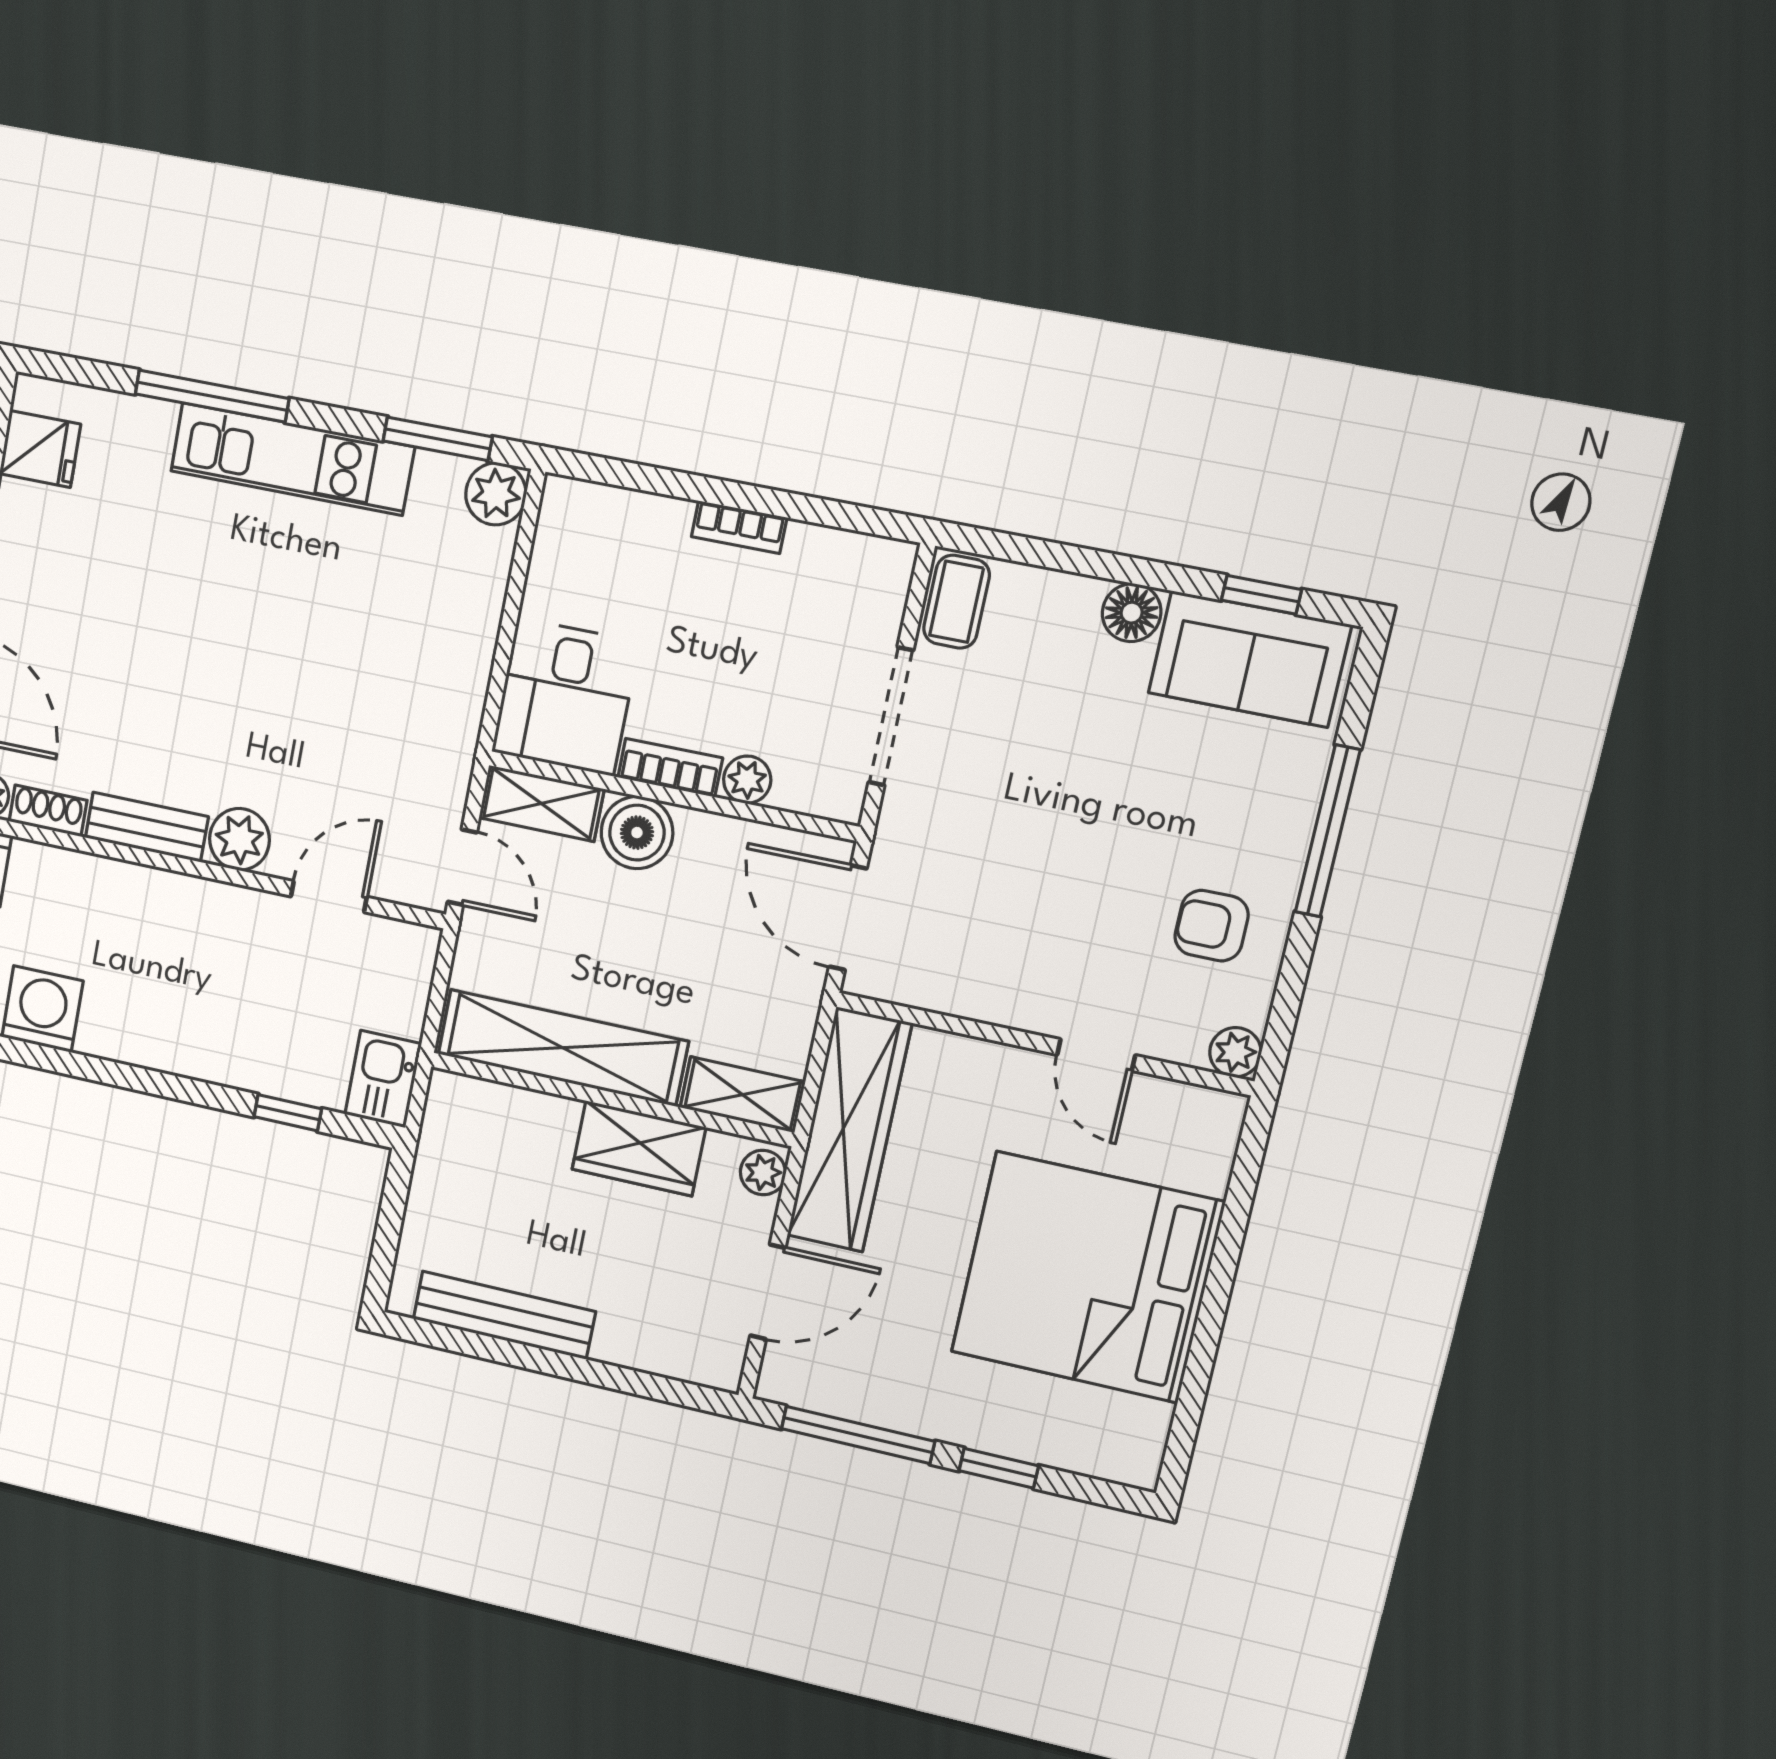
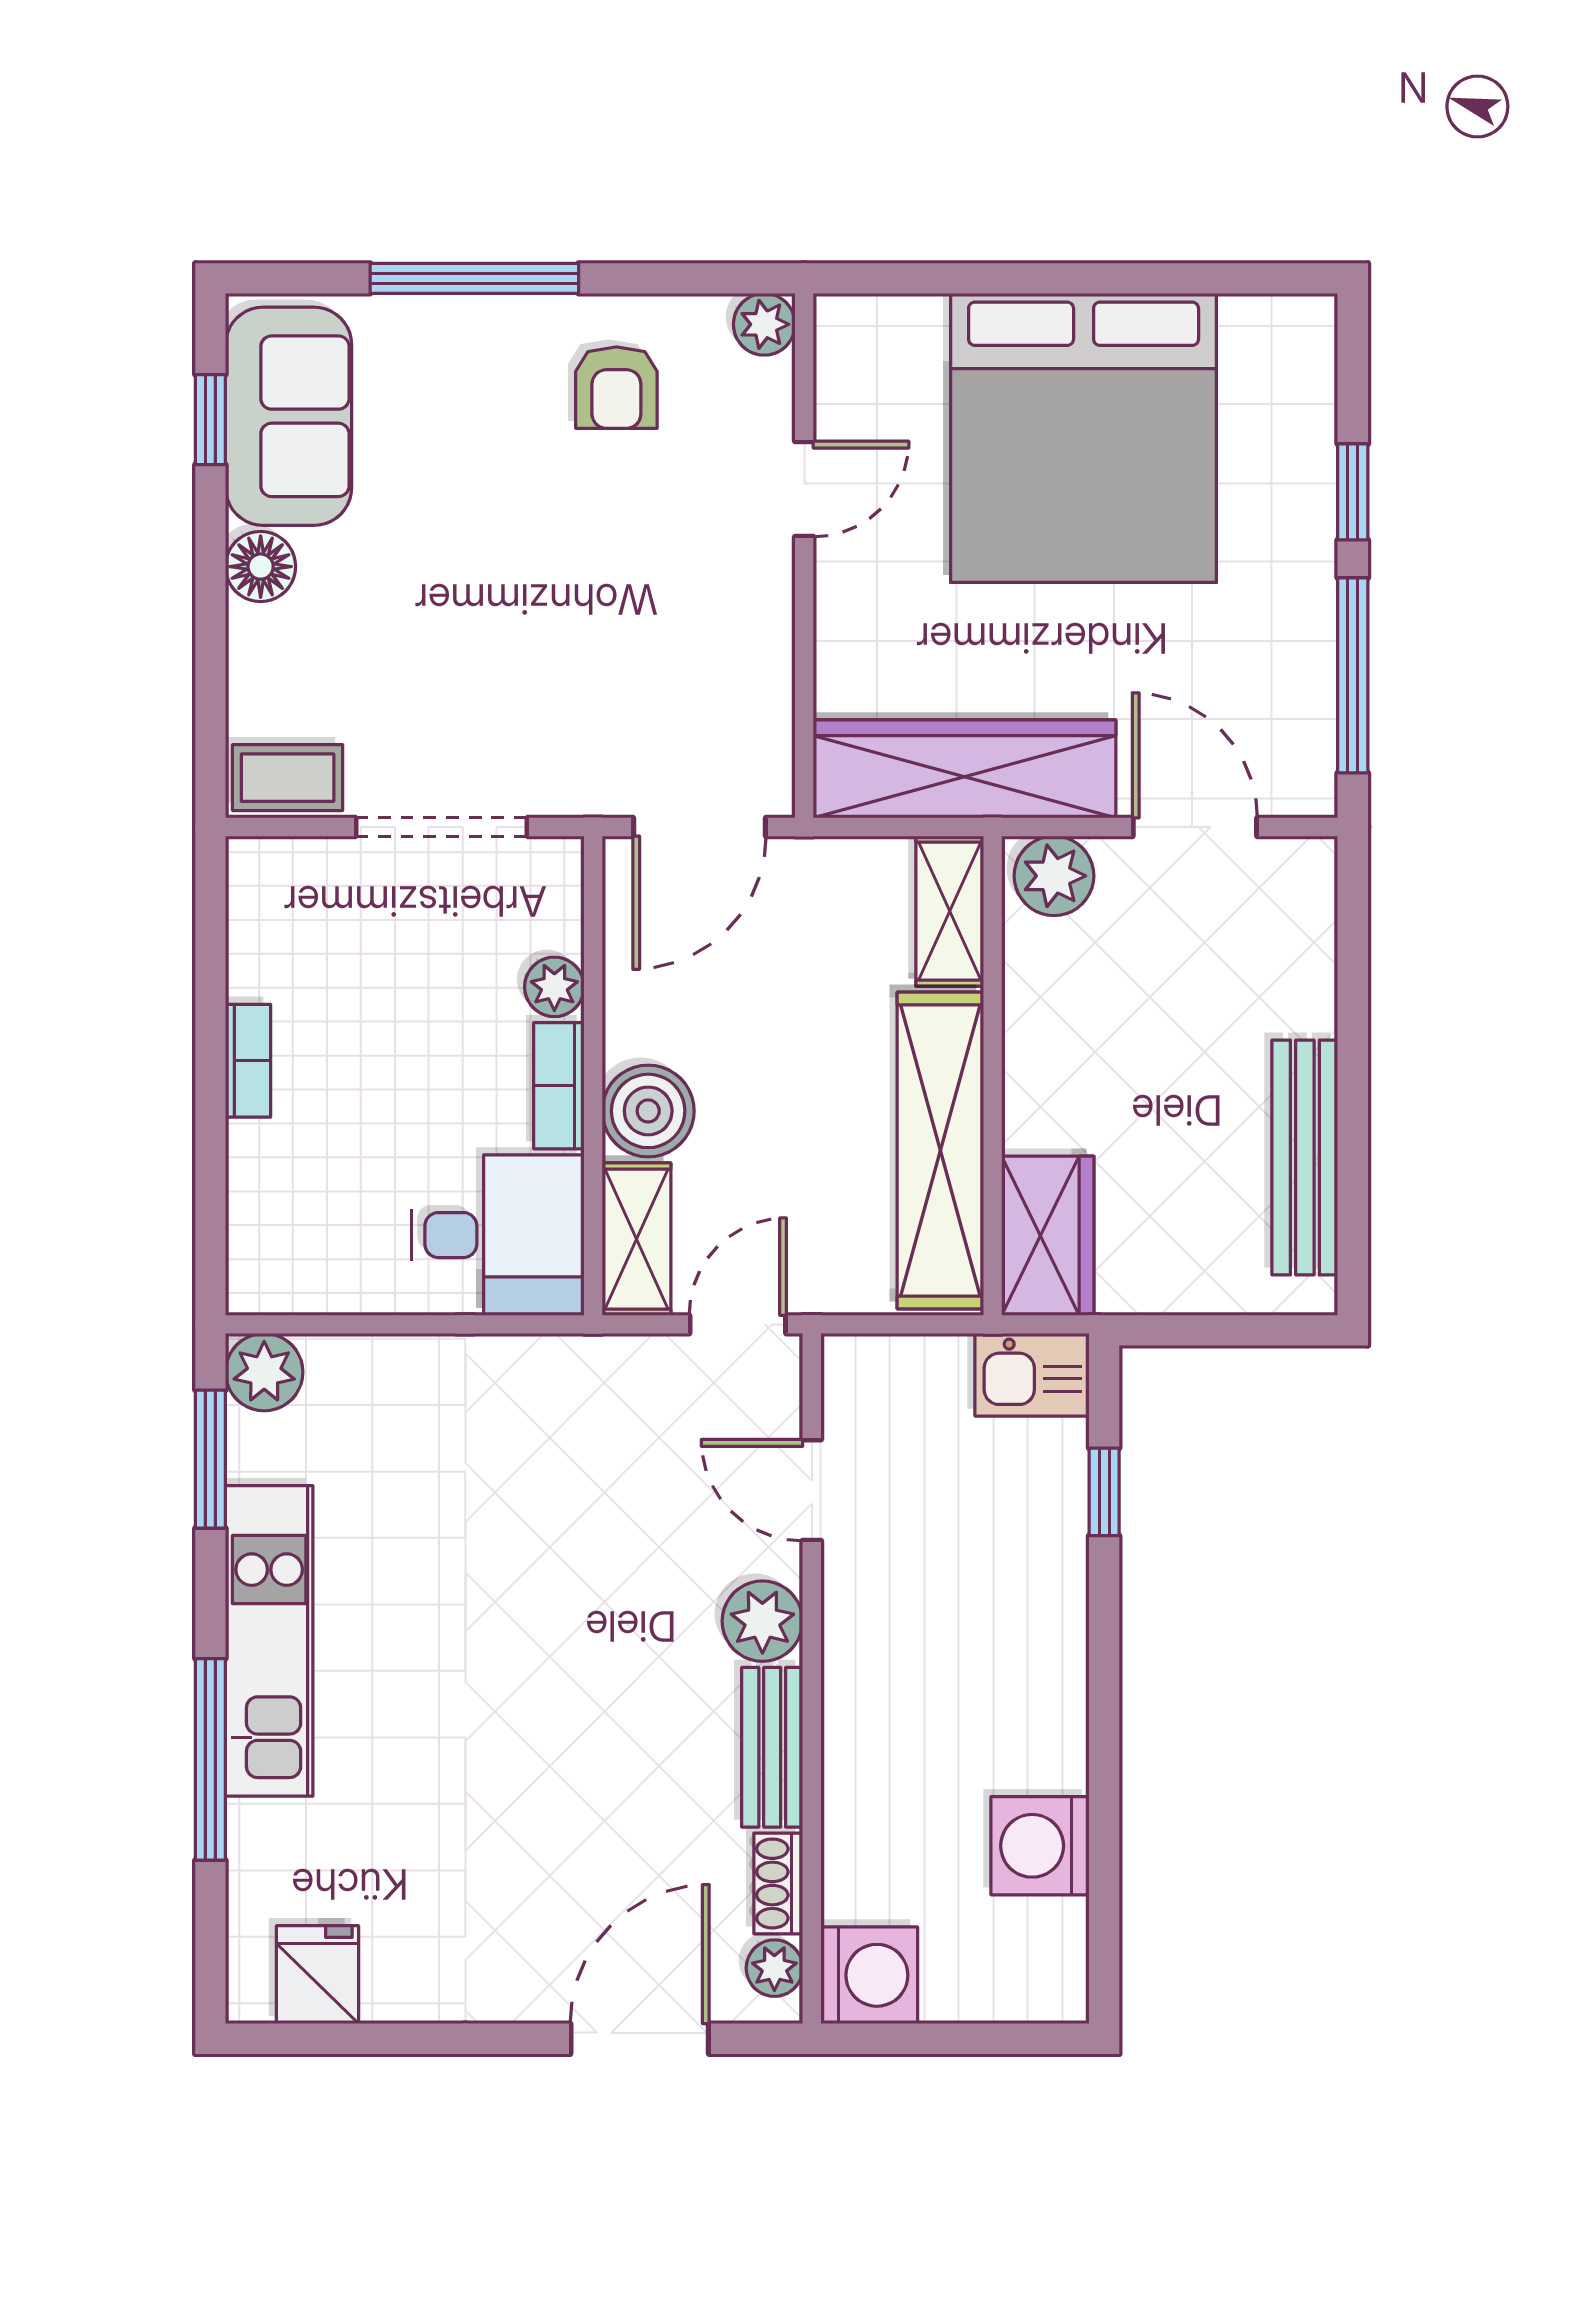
wardrobe: (639, 1148) -> (1048, 1236), moved
plant: (763, 1173) -> (1054, 876), width x1.38, depth x1.38

